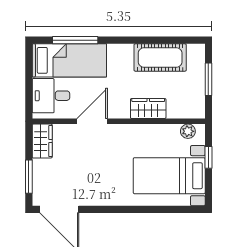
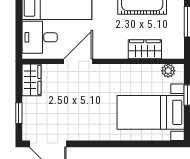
wardrobe: (148, 109) -> (145, 49), moved
window: (29, 177) -> (19, 113), width x0.67

